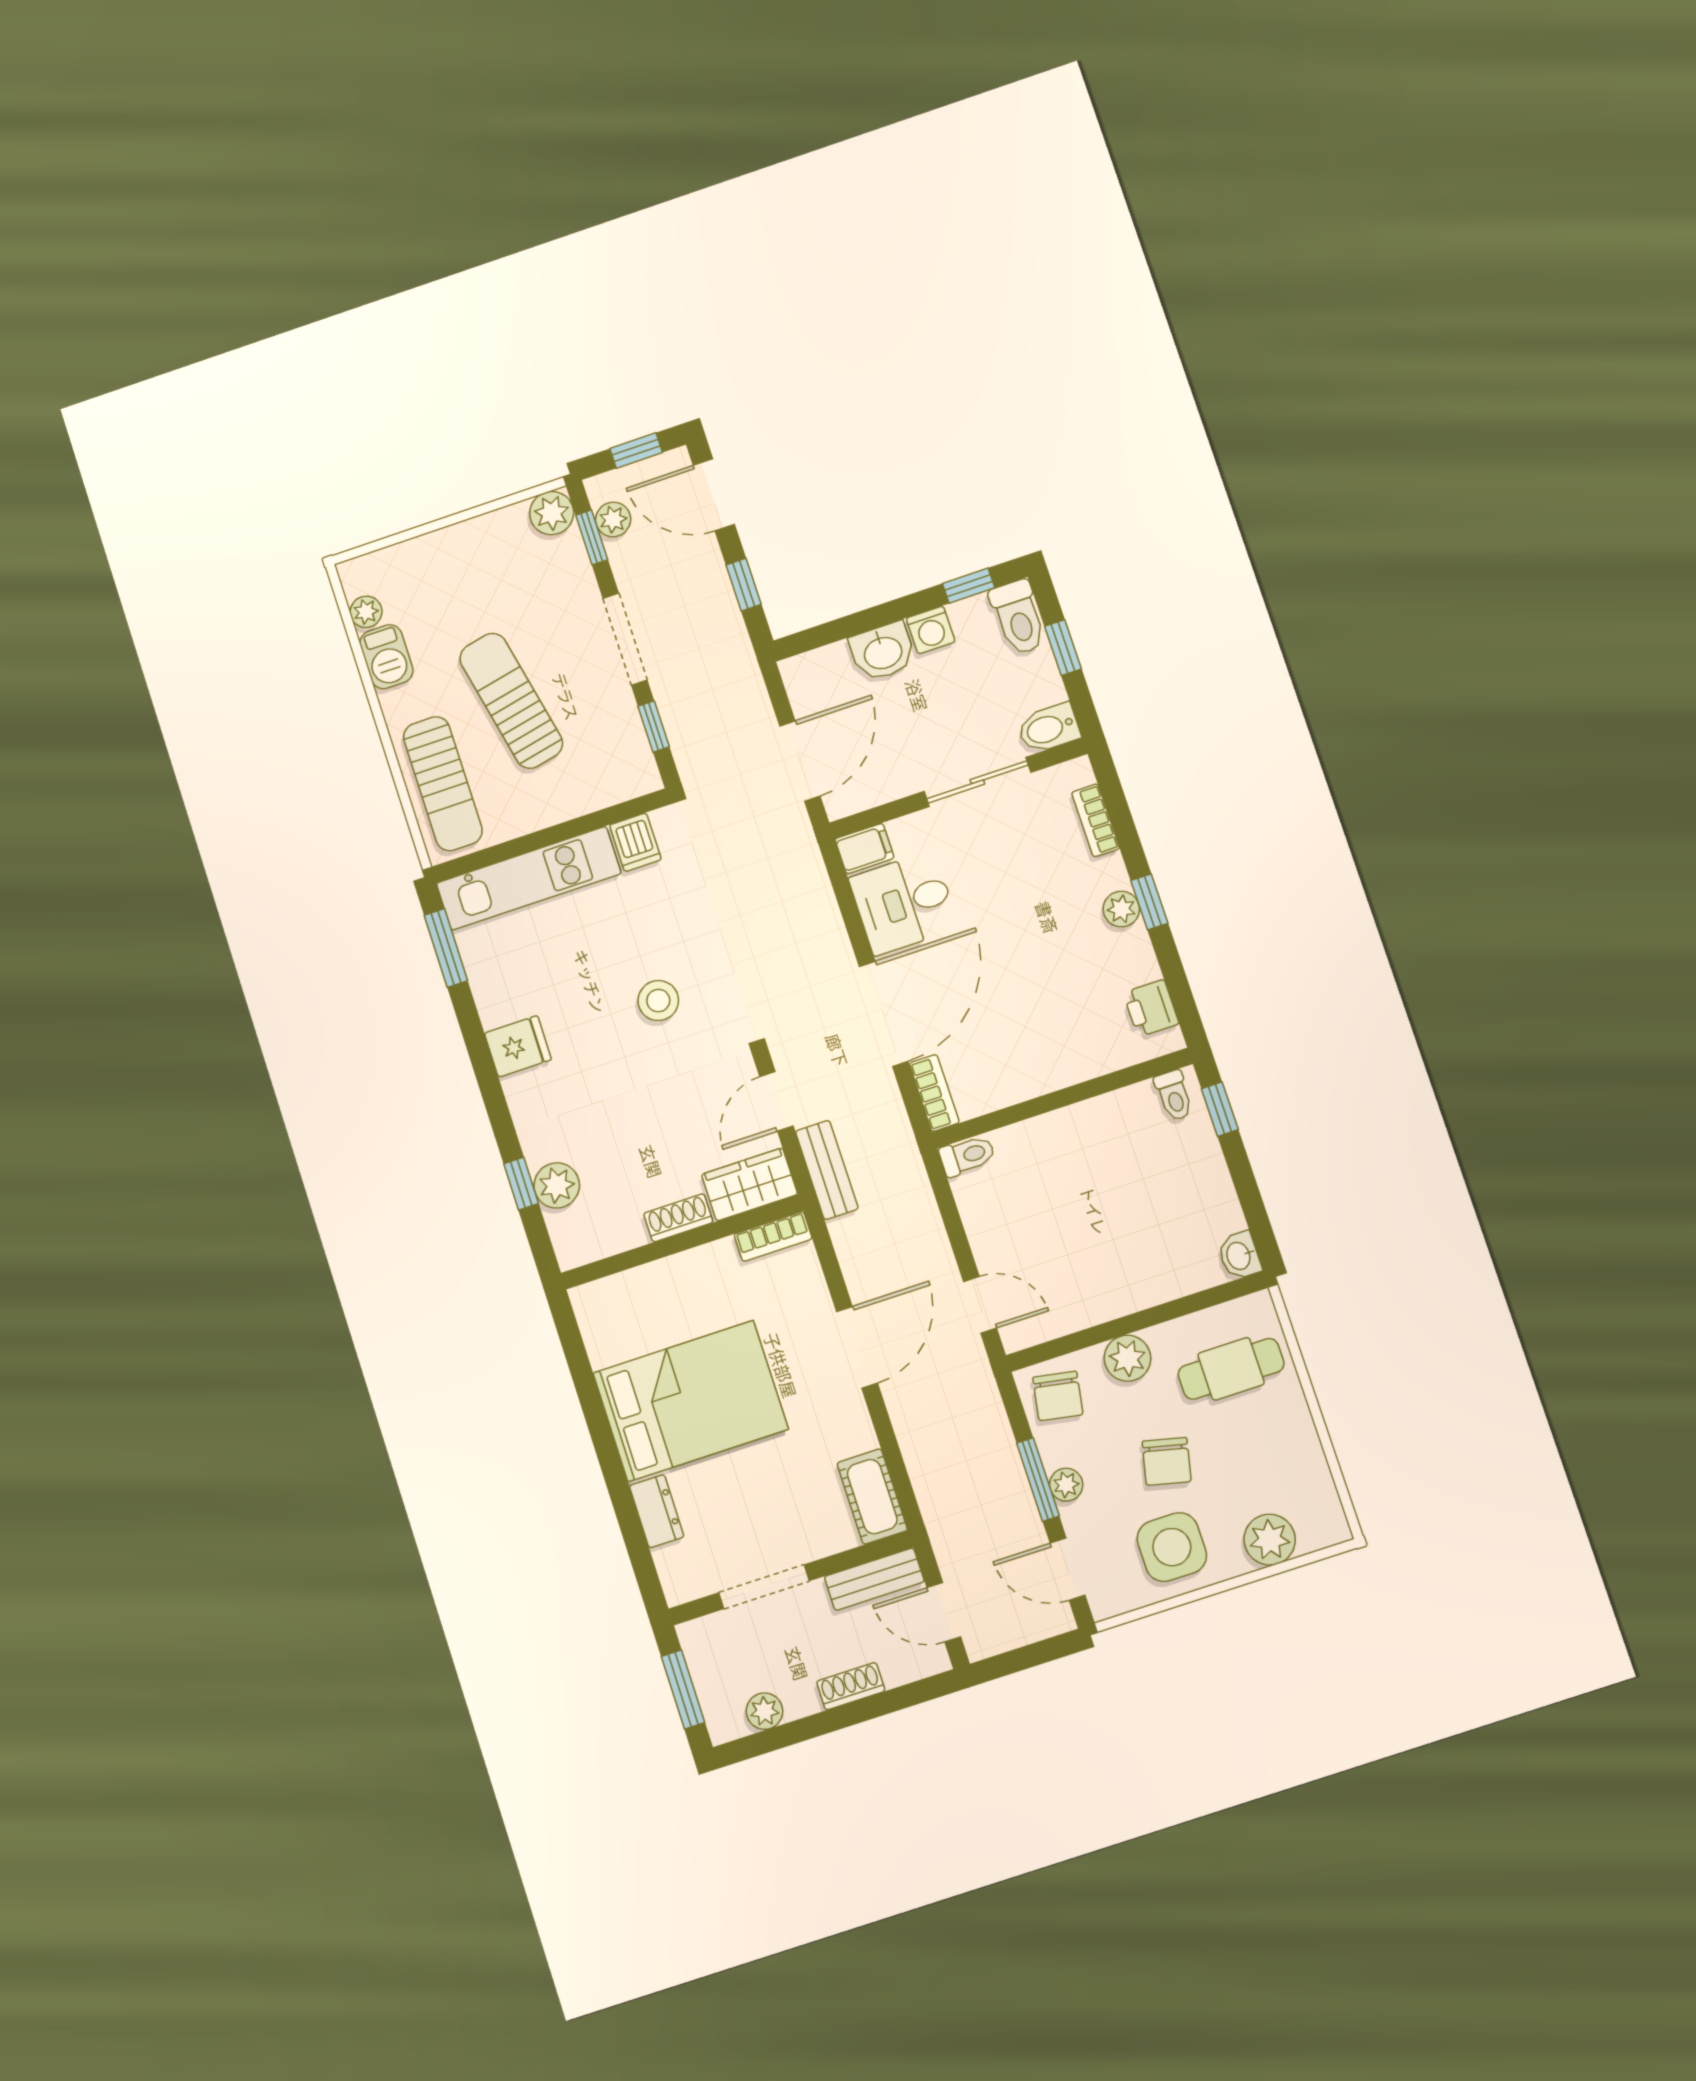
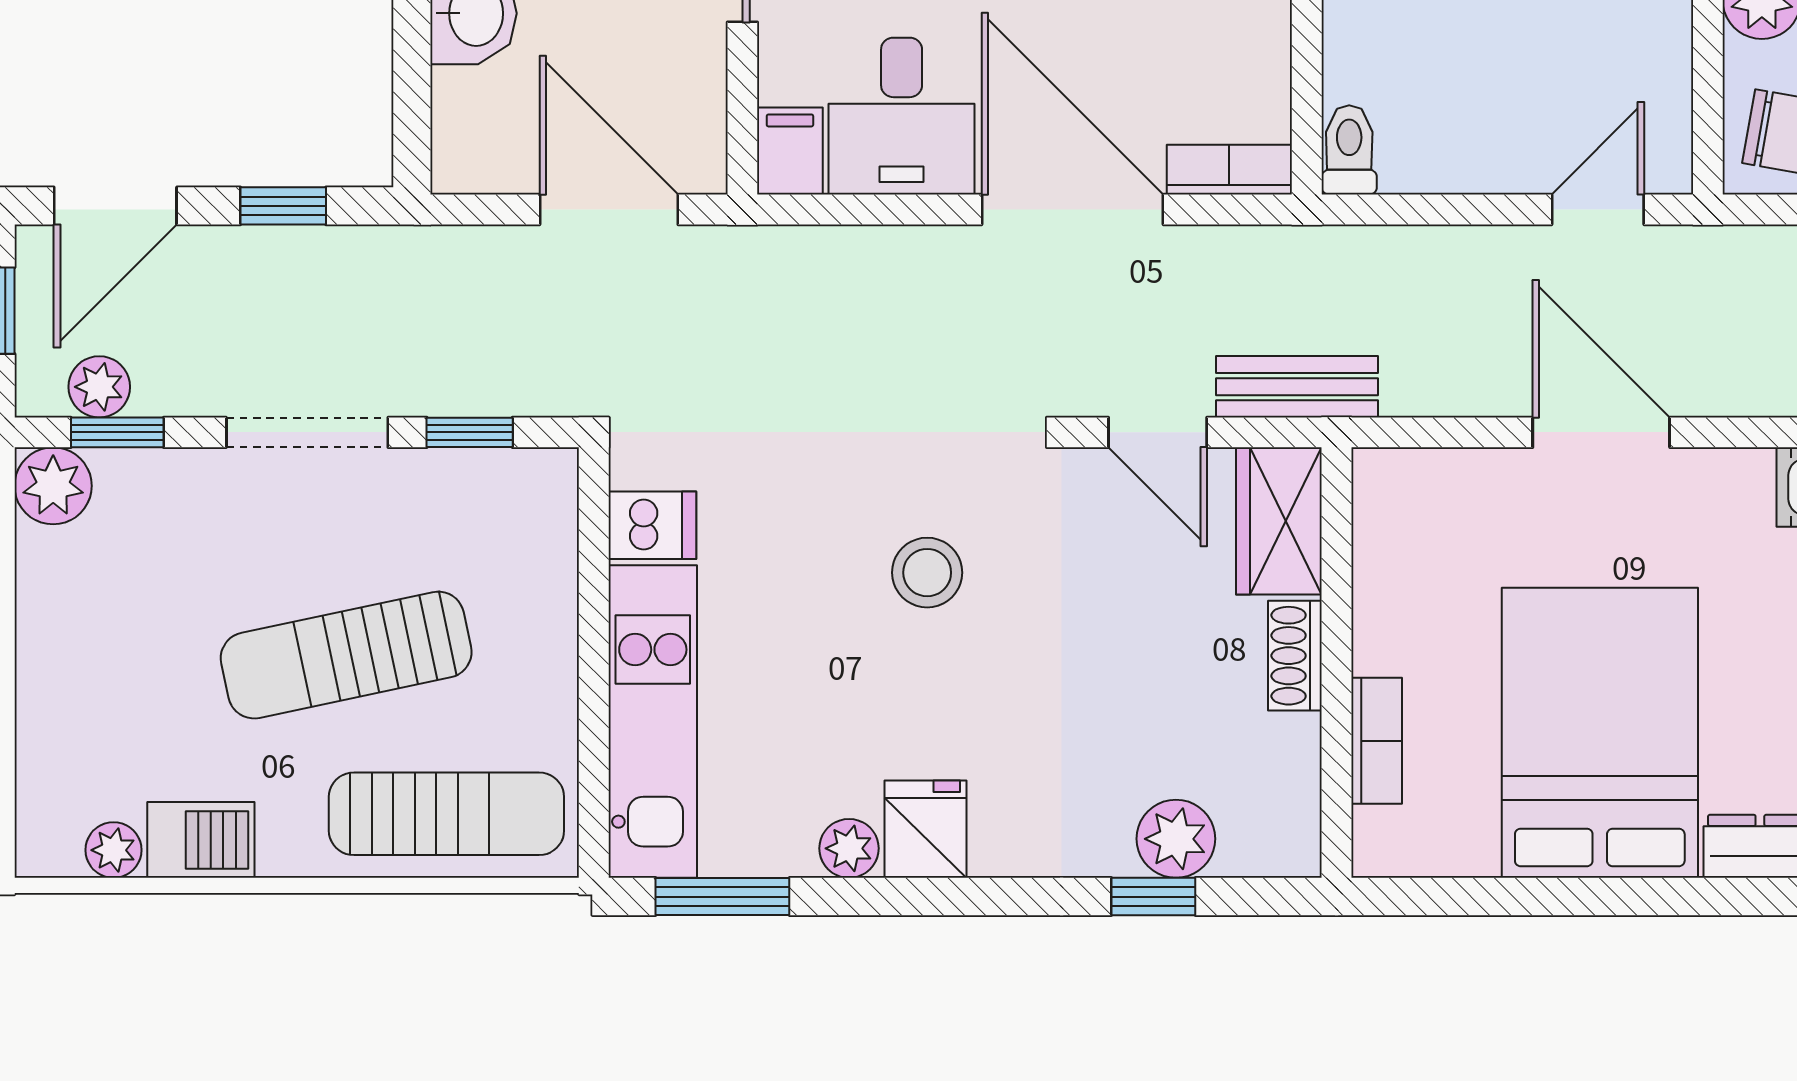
plant: (494, 1008) -> (849, 848), added
bookcase: (773, 1237) -> (1377, 741), moved

